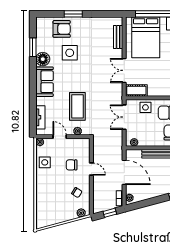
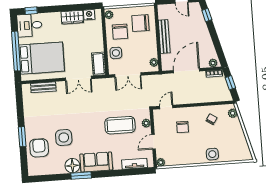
window: (33, 47) -> (81, 176), moved
side table: (45, 162) -> (212, 154), moved
door: (91, 169) -> (166, 107), moved

